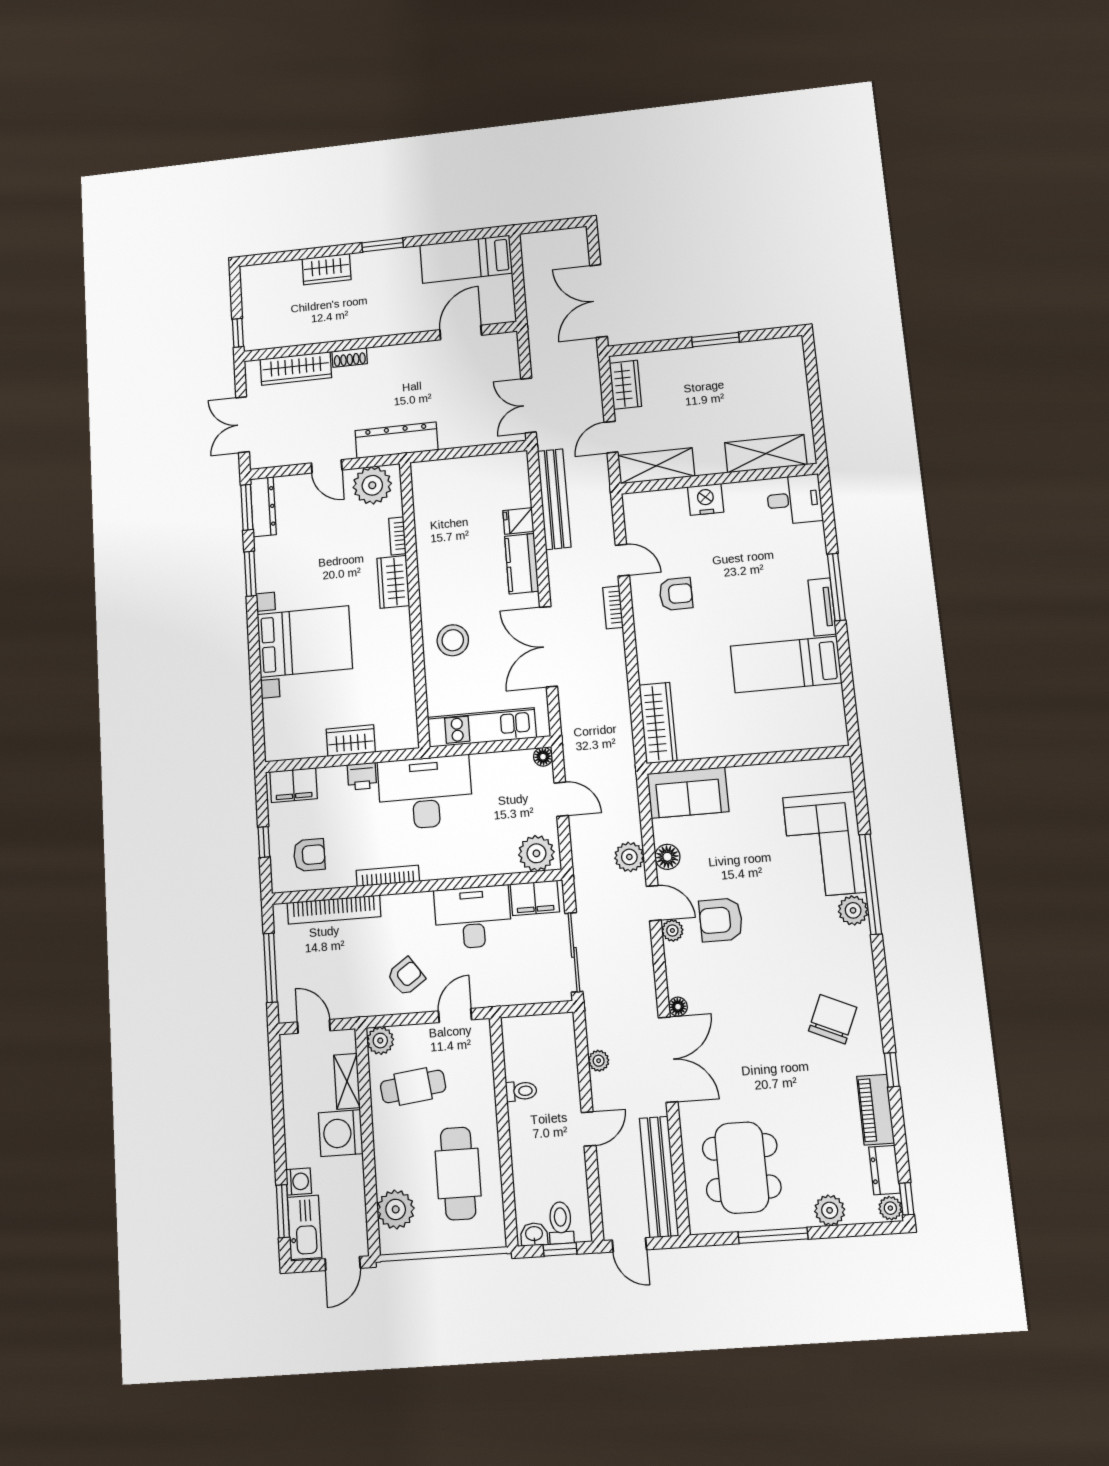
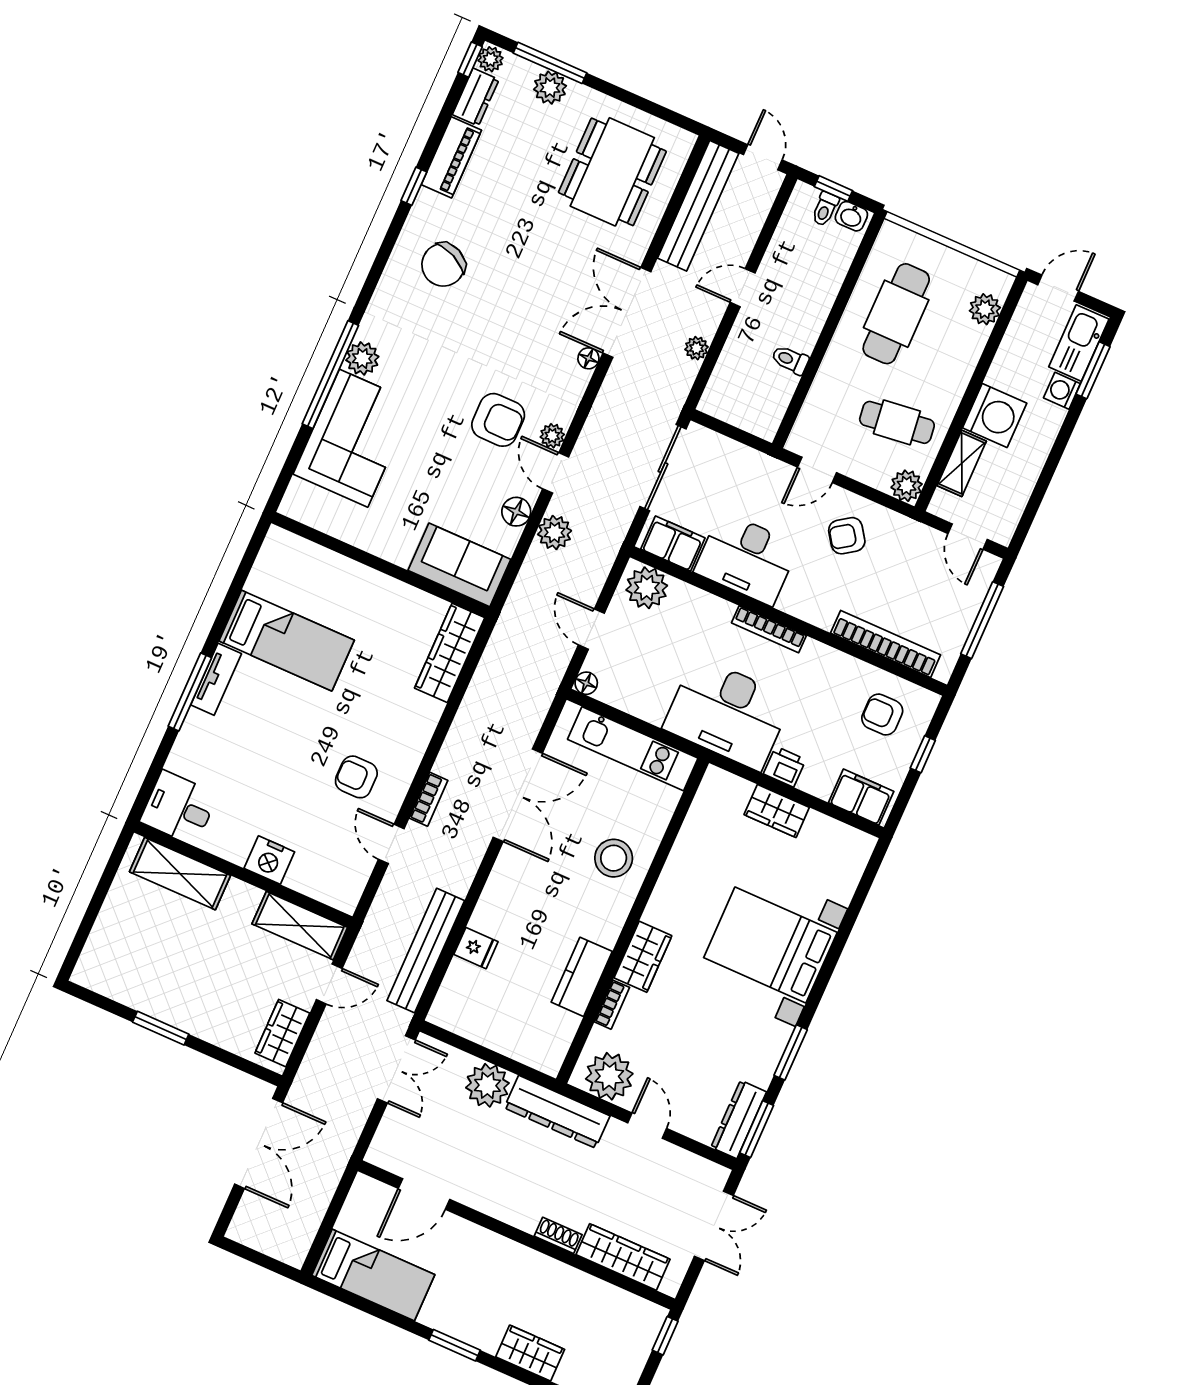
plant: (457, 431) -> (487, 1085), added
kitchen counter: (522, 564) -> (582, 977), moved, turned 180
bookcase: (388, 876) -> (769, 629), moved
plant: (396, 1209) -> (985, 309), width x0.73, depth x0.73
toilet: (561, 1223) -> (825, 209), width x0.73, depth x0.72
window: (773, 1235) -> (550, 63), moved

